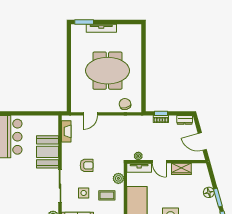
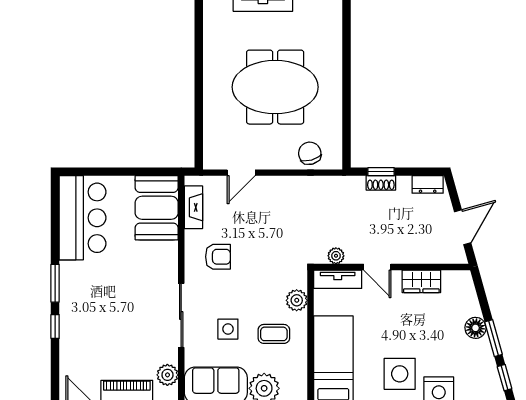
door: (202, 142) -> (463, 227), swing flipped
booth: (48, 152) -> (157, 208), moved
armchair: (87, 165) -> (218, 257), moved

